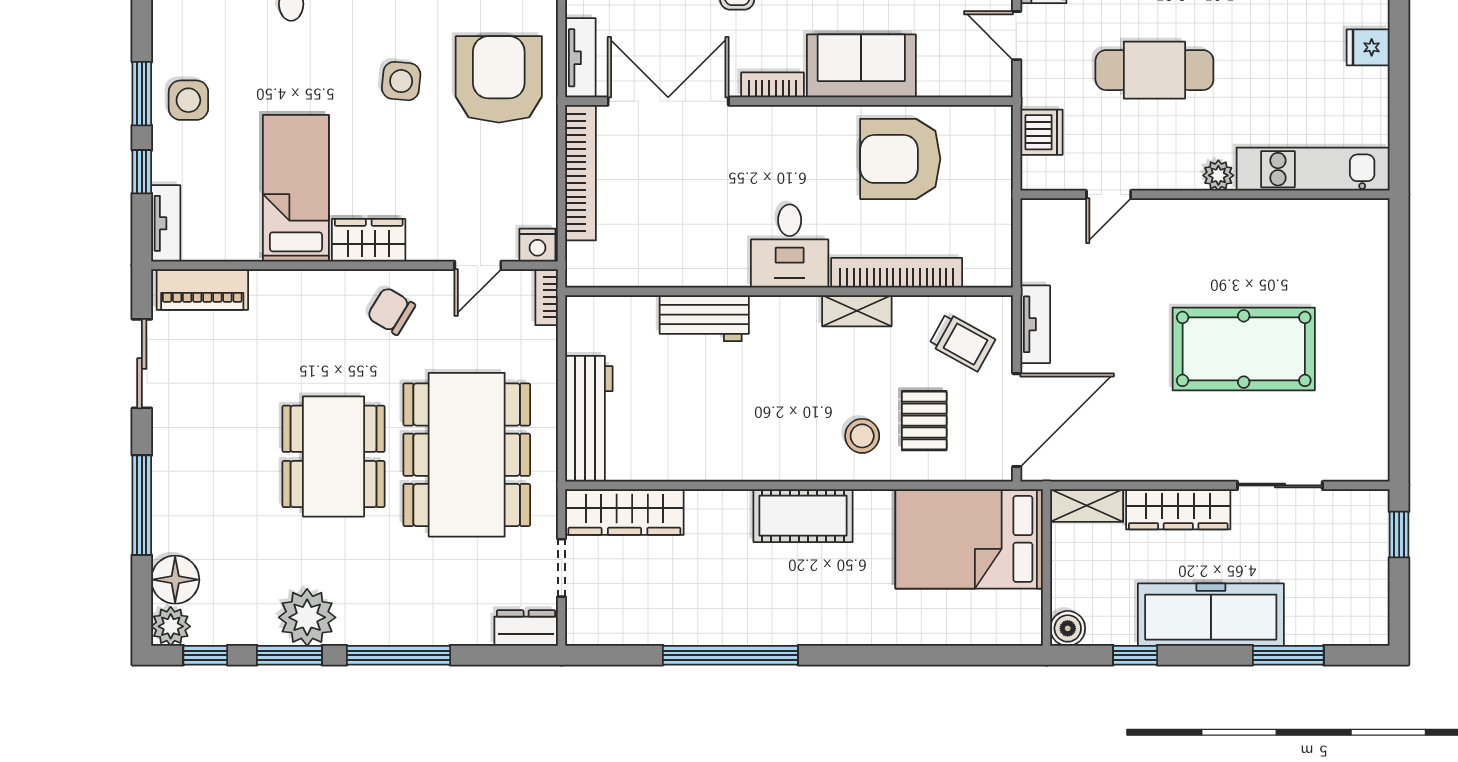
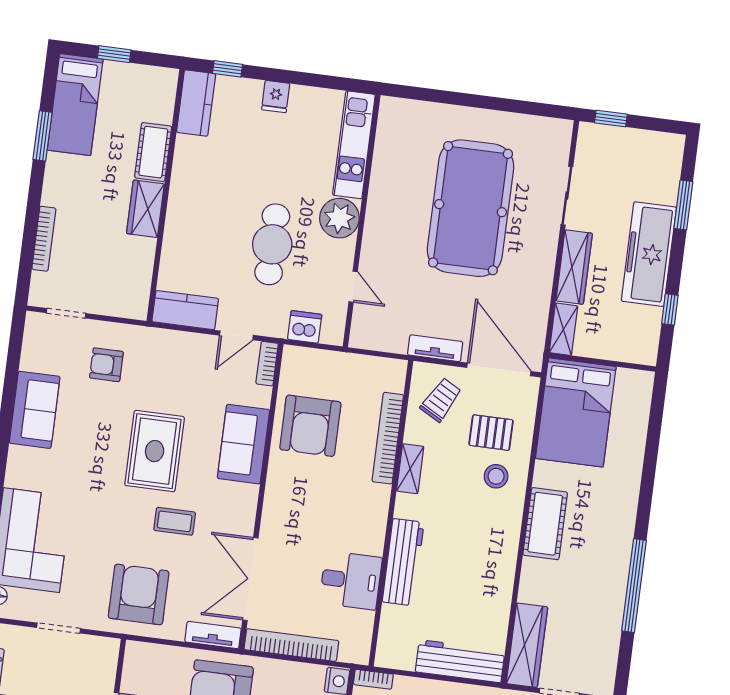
bookcase: (772, 85) -> (267, 364), moved
plant: (1218, 175) -> (339, 218), width x1.87, depth x1.87
desk: (790, 246) -> (351, 580), moved
workbench: (704, 318) -> (403, 562), width x1.38
pool table: (1244, 349) -> (470, 208), width x1.36, depth x1.32
boiler: (1068, 628) -> (646, 353), removed

